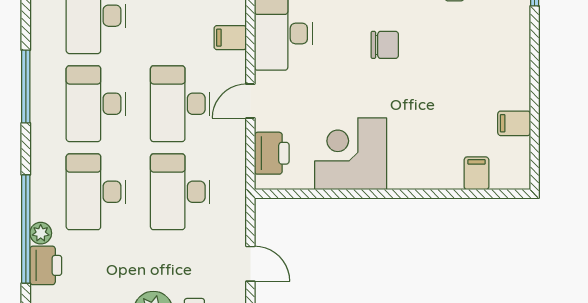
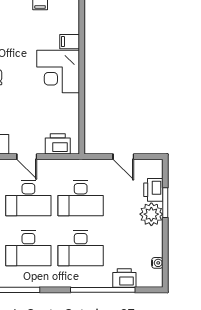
corner desk: (351, 154) -> (58, 71), moved
filing cabinet: (476, 173) -> (70, 42), moved
plant: (41, 233) -> (105, 281), removed
door: (250, 264) -> (123, 157), swing flipped

